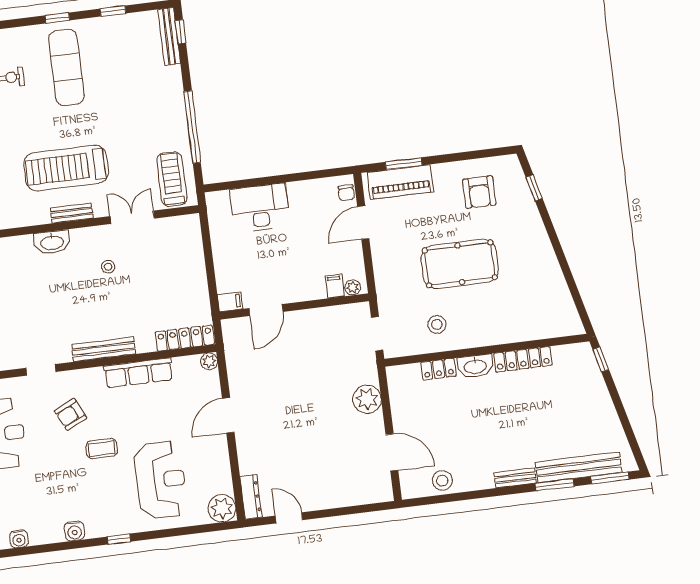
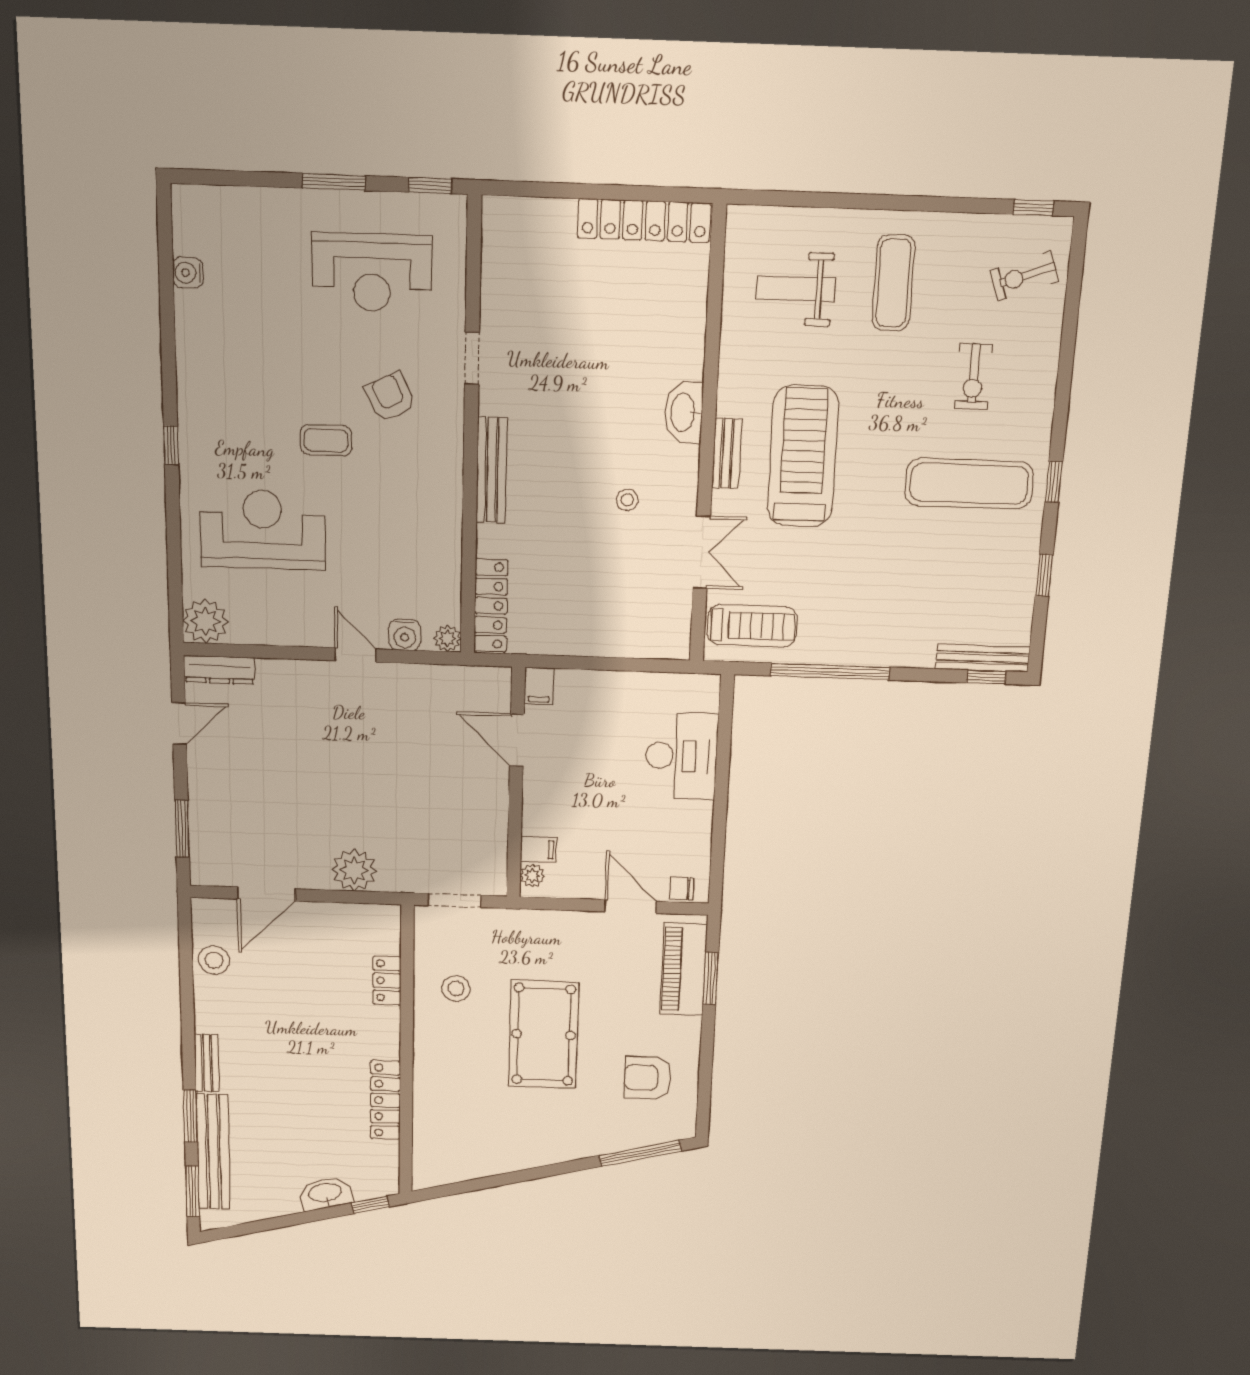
window: (534, 188) -> (640, 1153), width x2.17
washbasin: (475, 366) -> (325, 1193), moved, turned 76
row of seats: (138, 373) -> (444, 521), removed
door: (228, 415) -> (356, 655), width x0.73
coffee table: (102, 449) -> (326, 440), turned 90
reception desk: (161, 480) -> (262, 529), turned 180
window: (357, 509) -> (182, 829), added
water cooler: (74, 531) -> (405, 635), moved, turned -90

